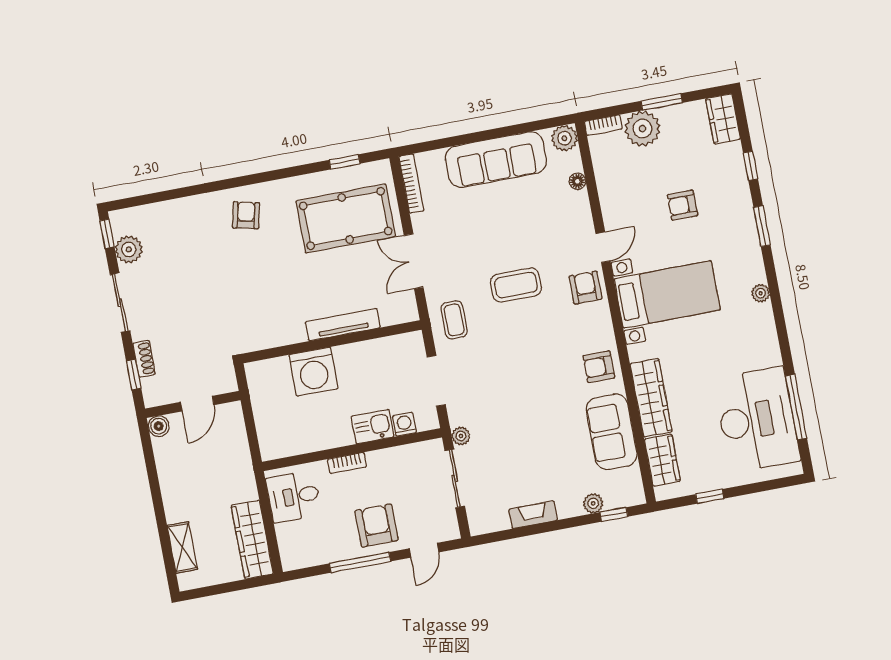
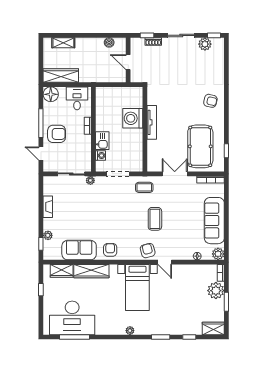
armchair: (682, 205) -> (177, 302), removed
armchair: (585, 288) -> (148, 251), turned -105
tv unit: (343, 325) -> (152, 122), moved
boiler: (159, 426) -> (109, 42), moved
floor lamp: (296, 553) -> (51, 94), added

